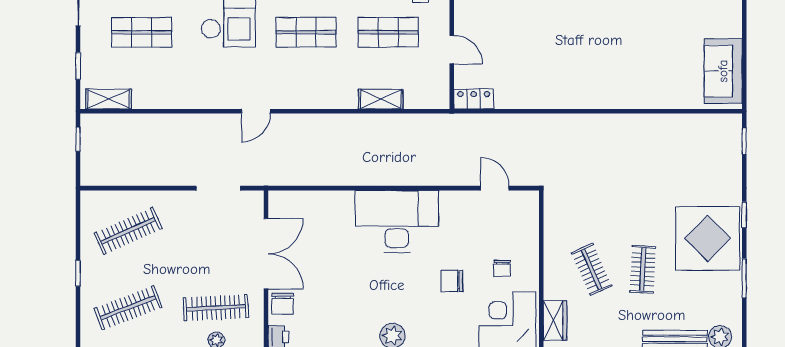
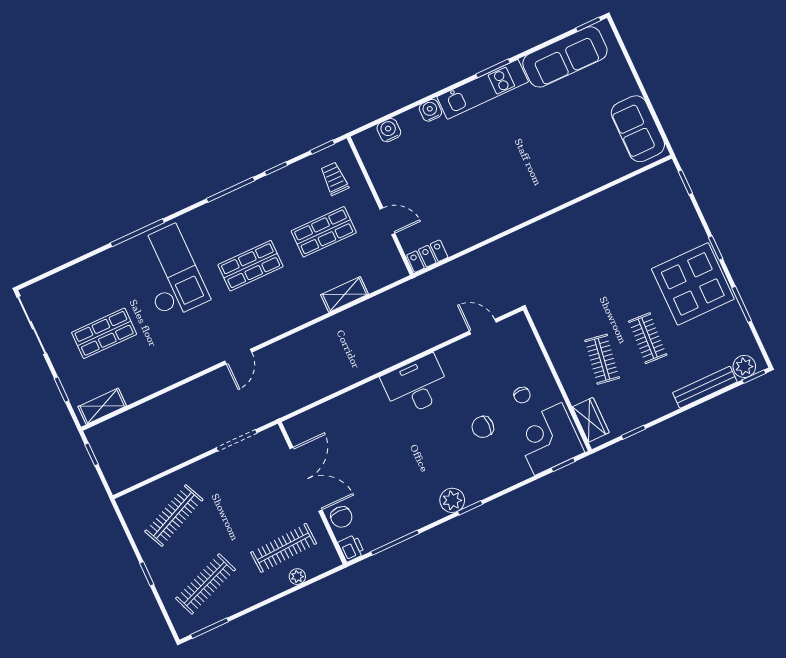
desk: (397, 221) -> (416, 386), width x0.73, depth x0.77
clothes rail: (592, 269) -> (602, 359), turned 33

